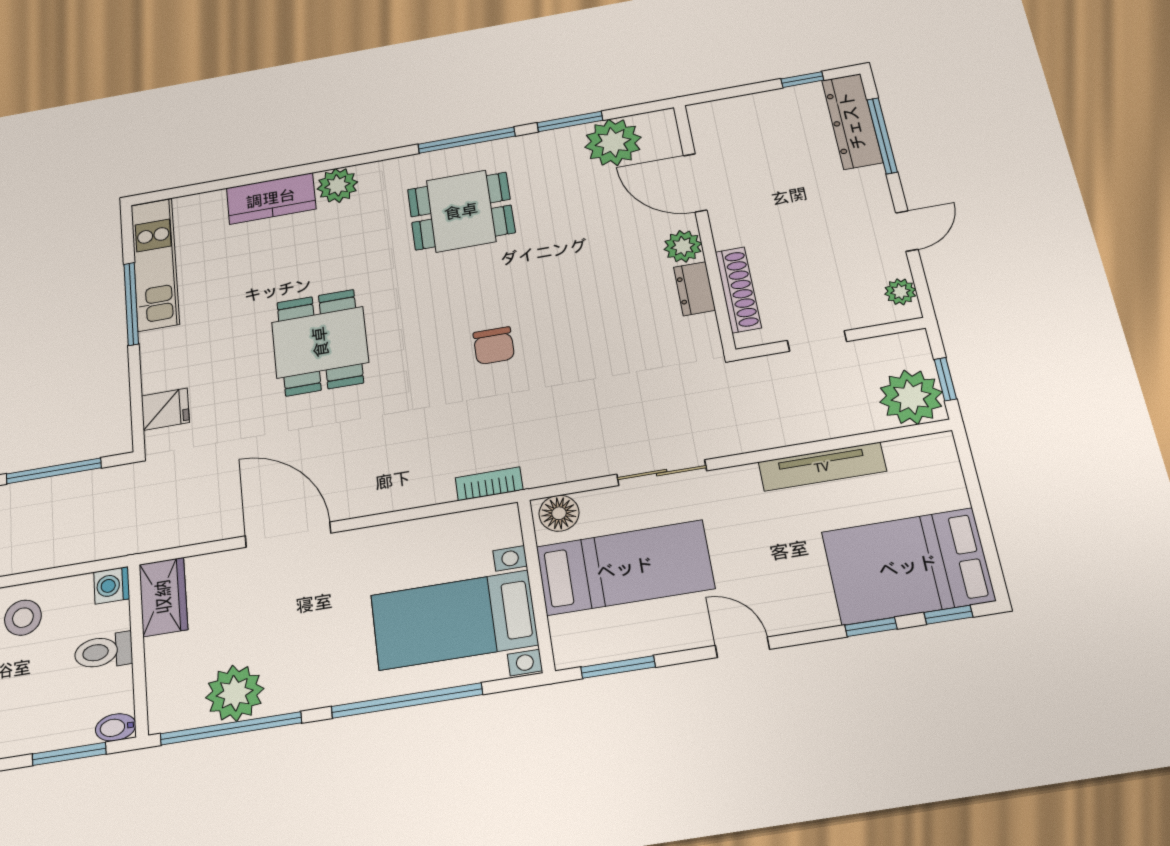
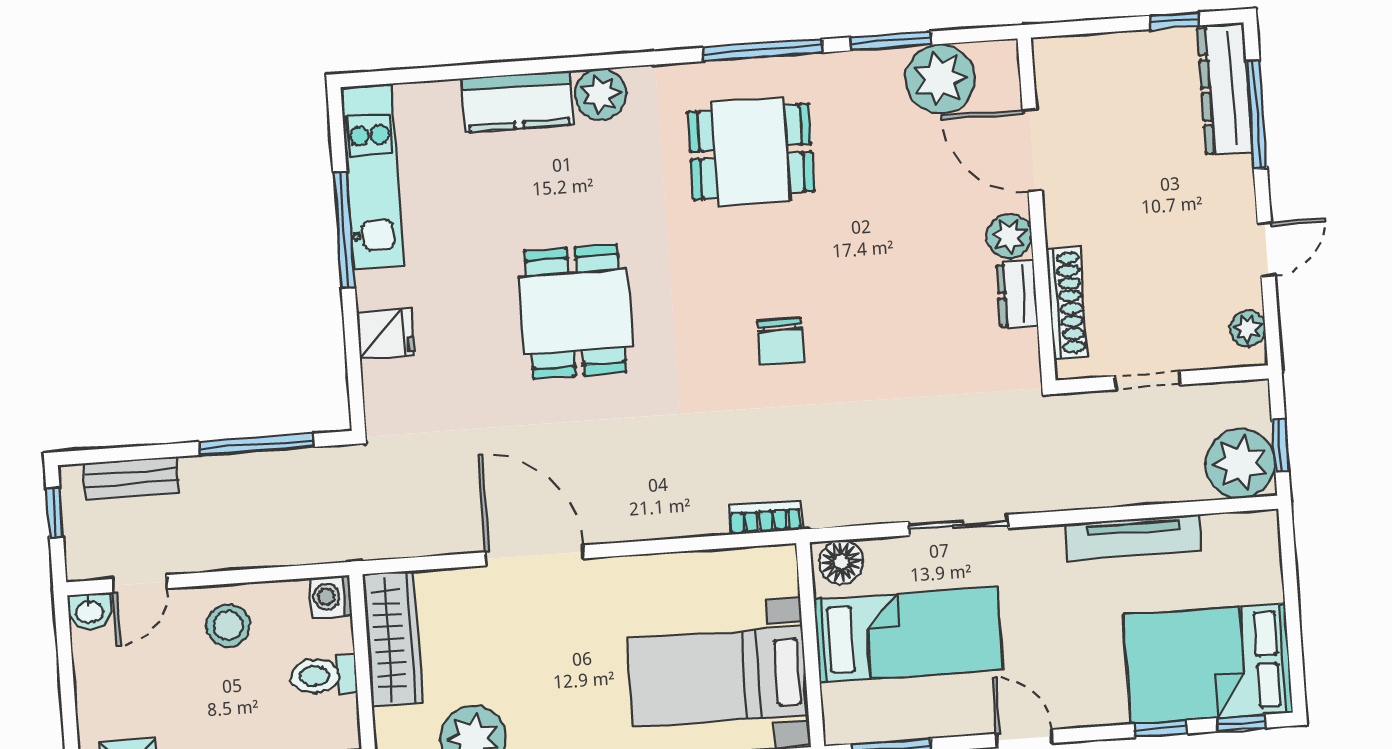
fridge: (165, 409) -> (386, 334), moved
wardrobe: (163, 597) -> (393, 639), width x1.50

